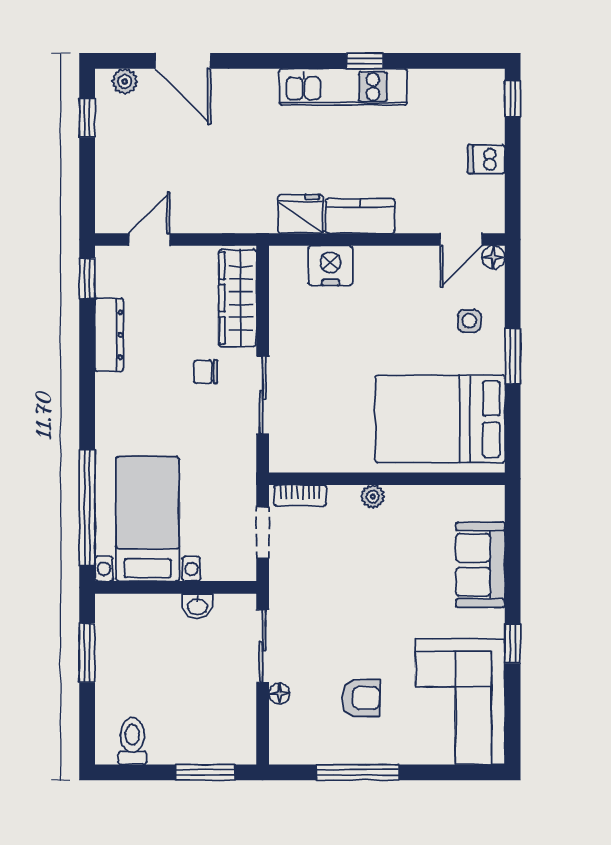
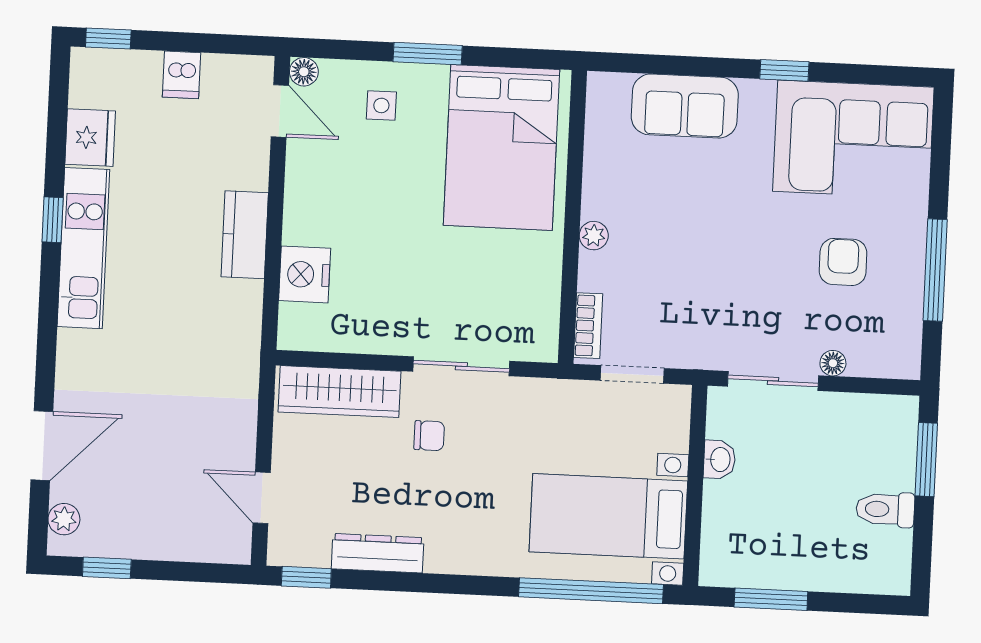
fridge: (300, 214) -> (90, 138), moved, turned 180
chair: (206, 372) -> (429, 436), turned -90
toilet: (132, 741) -> (885, 509), moved

